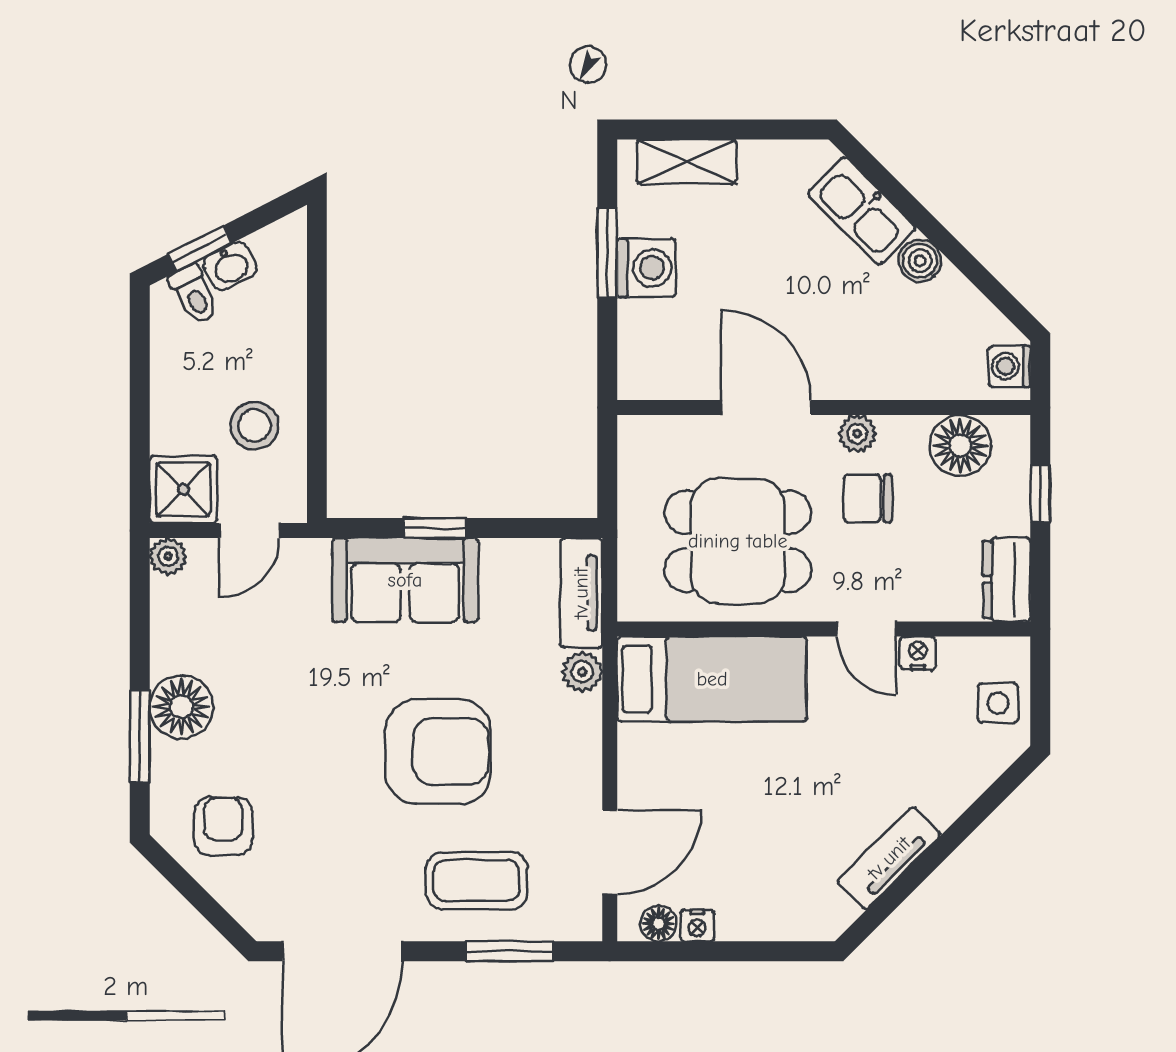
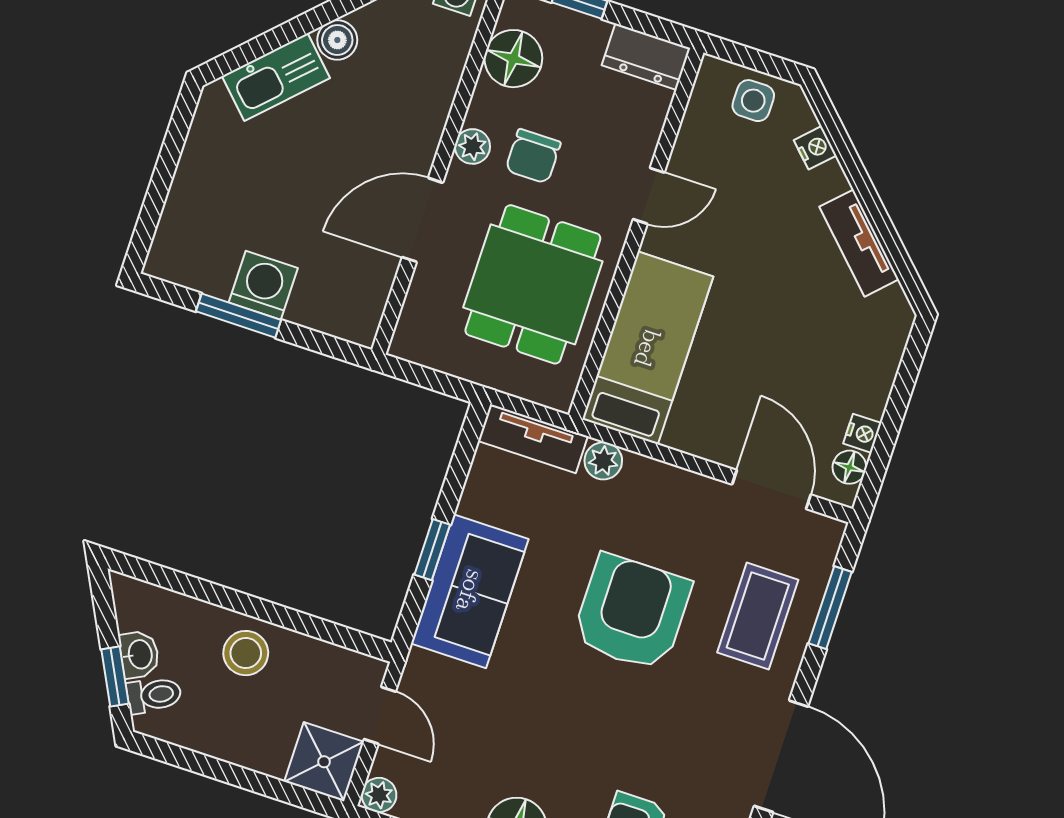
shelving: (687, 162) -> (181, 218), removed
stool: (254, 426) -> (246, 653), moved
nightstand: (918, 653) -> (815, 148), moved, turned 135

